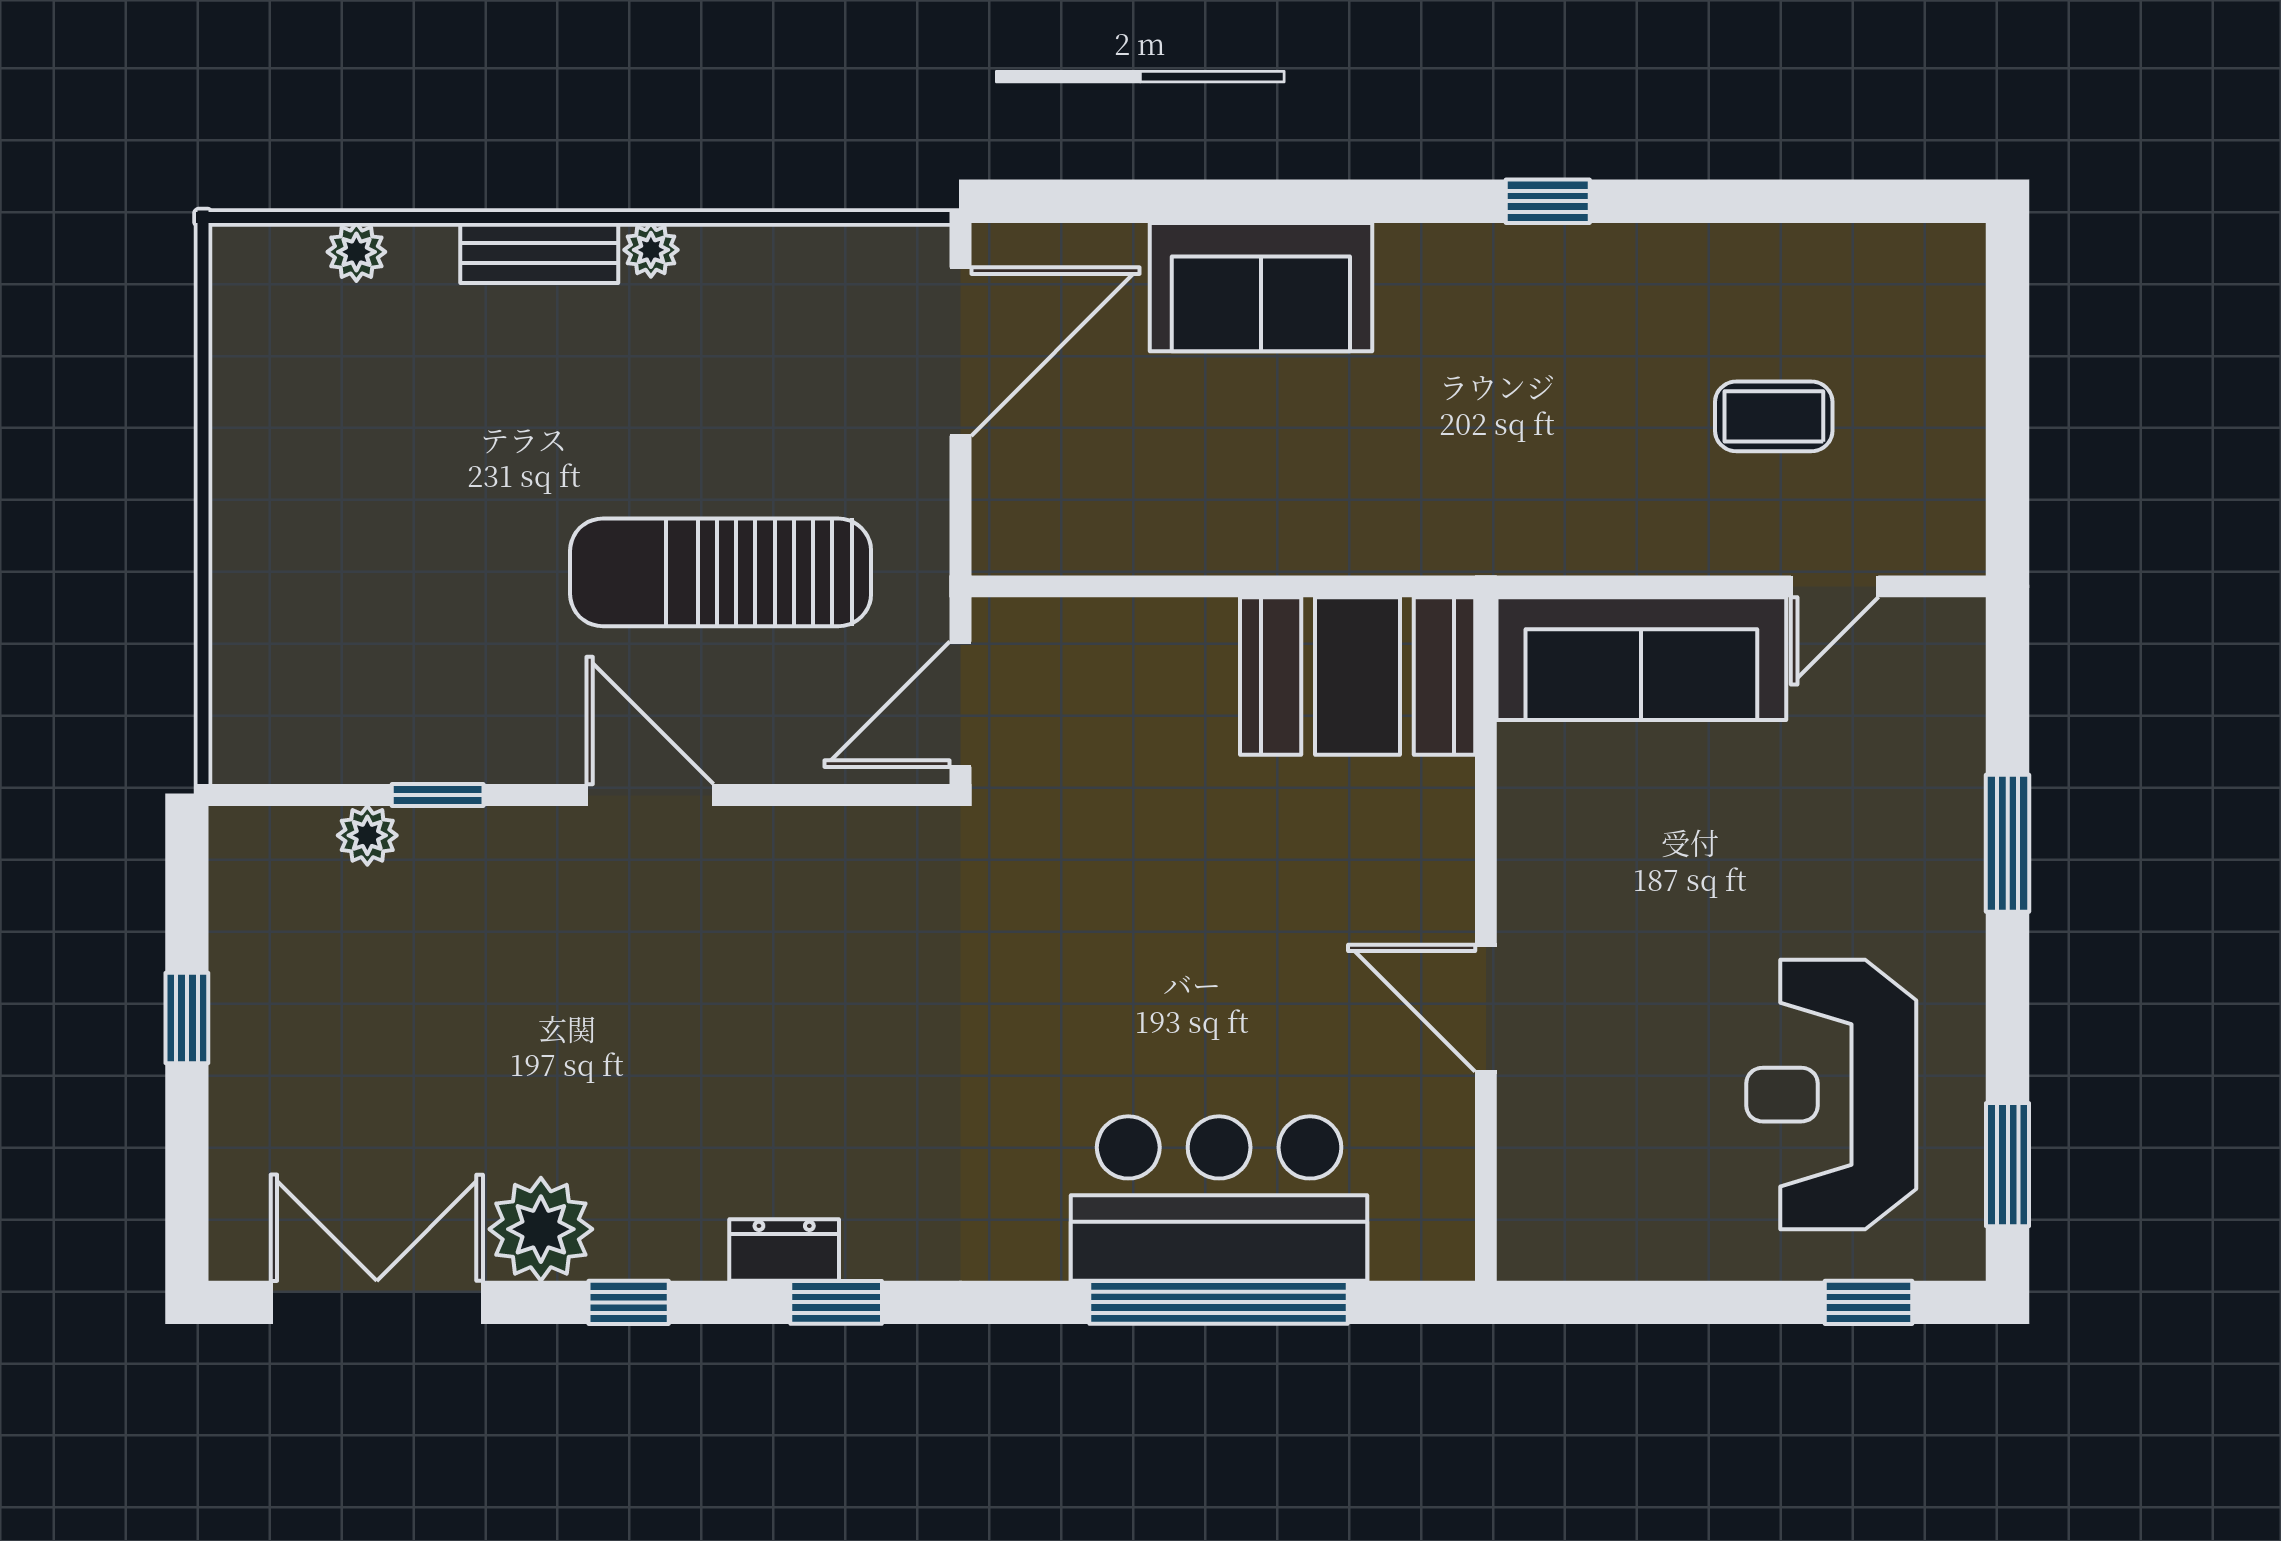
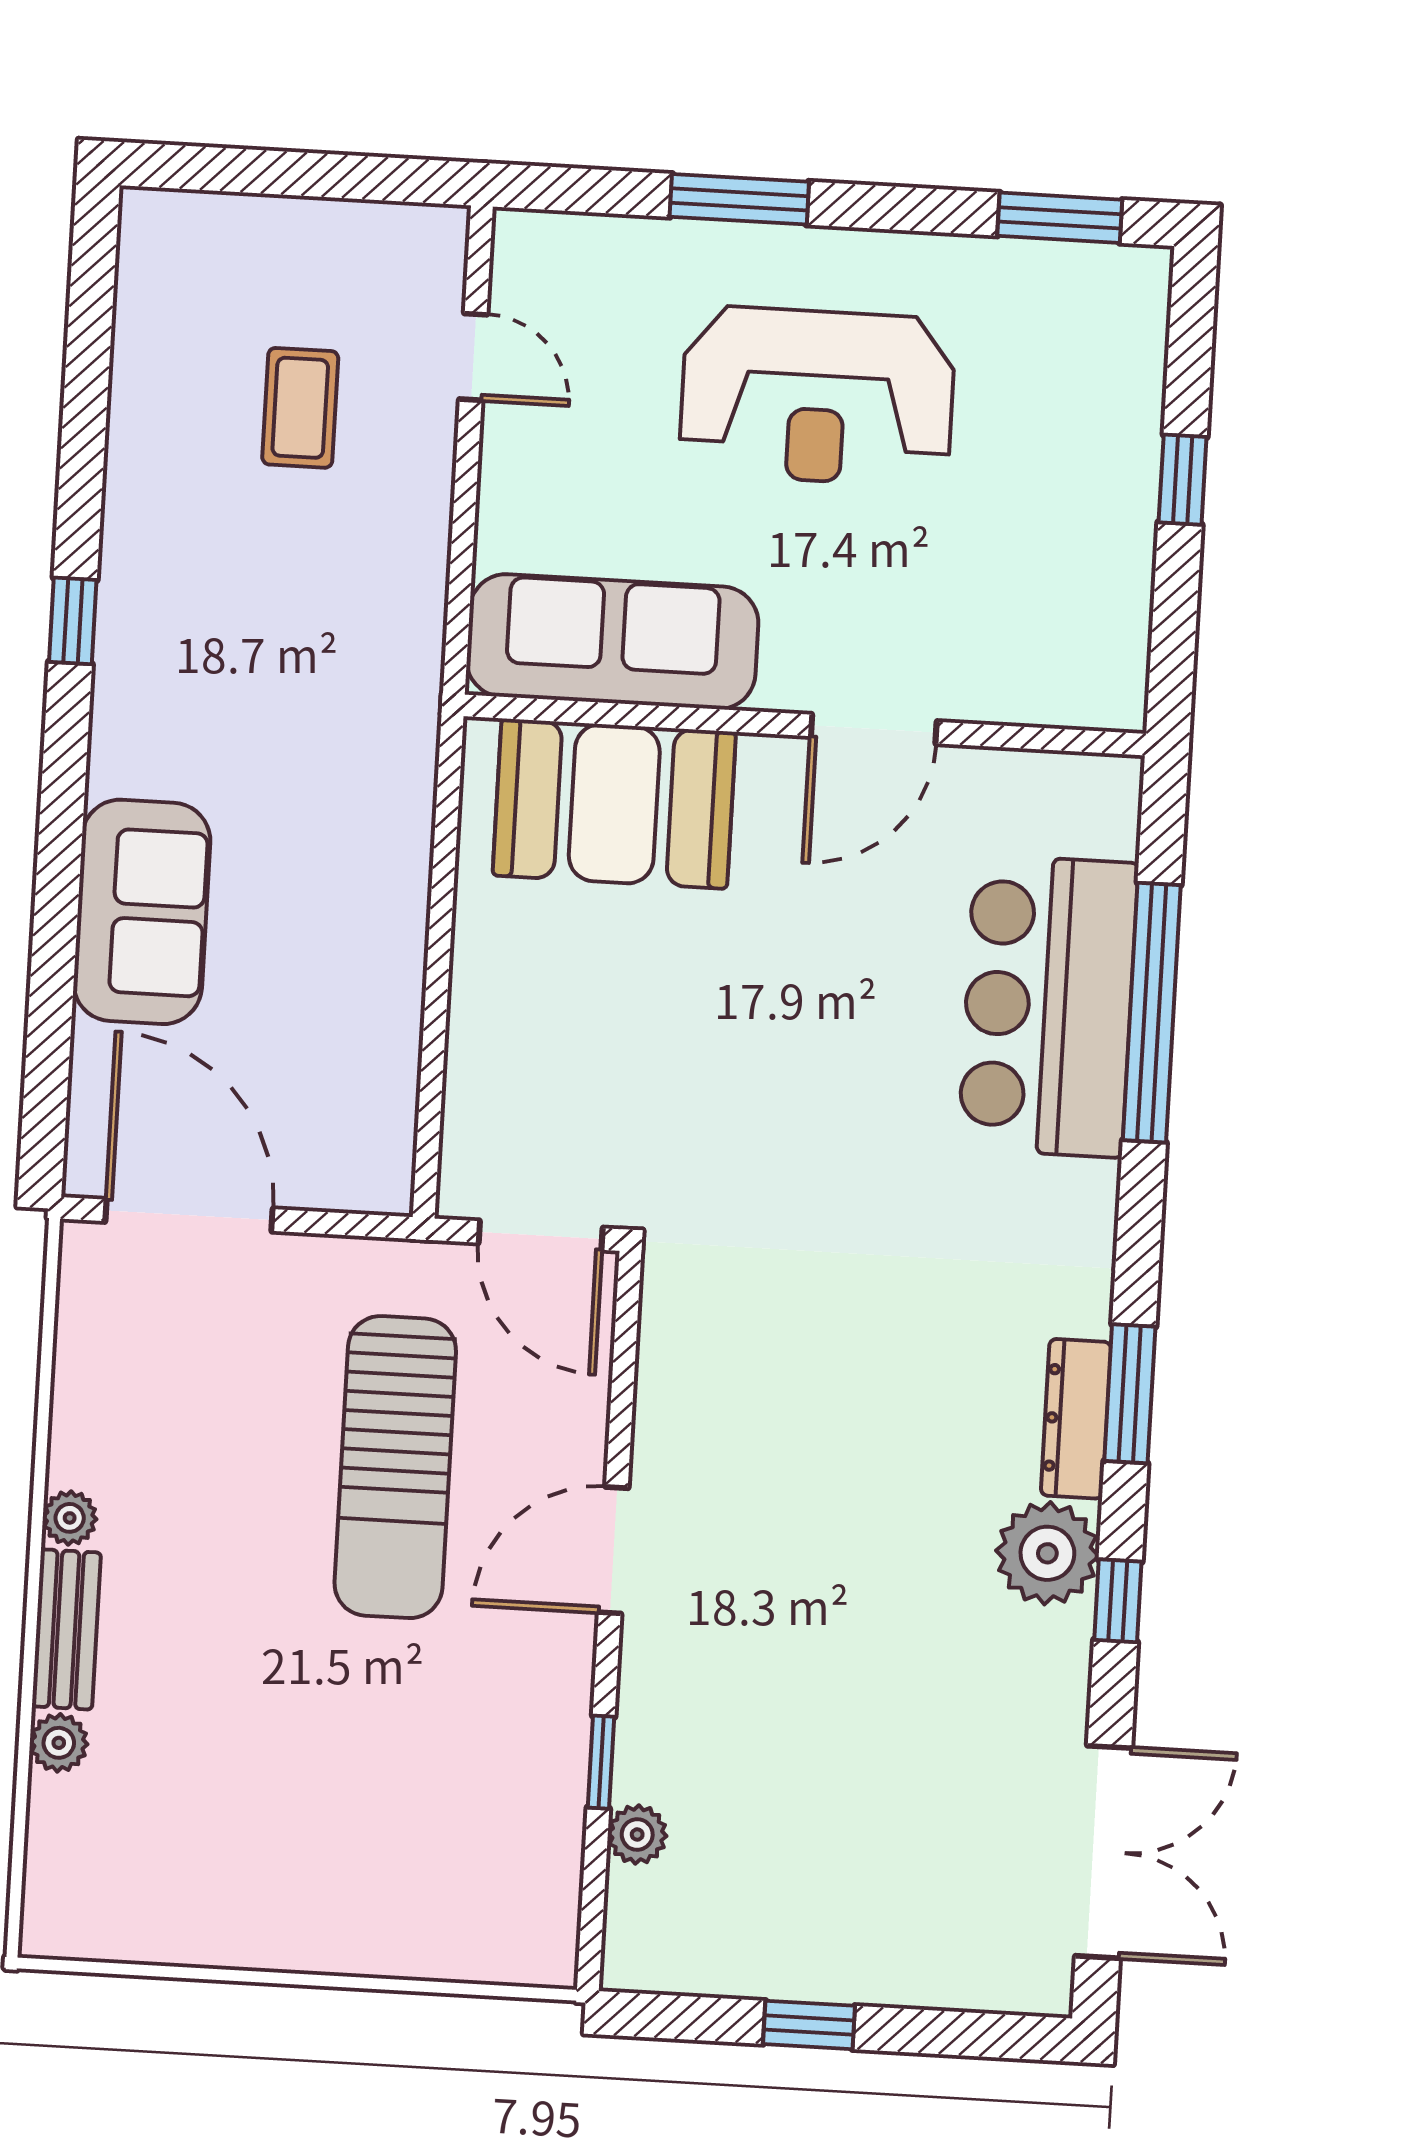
plant: (356, 252) -> (59, 1743), moved
sofa: (1641, 659) -> (612, 642), moved, turned -90
booth: (1358, 676) -> (614, 804), moved, turned 90
reception desk: (1831, 1095) -> (817, 396), moved
plant: (541, 1229) -> (1047, 1553), moved
dresser: (784, 1250) -> (1076, 1419), width x1.44
double door: (377, 1302) -> (1103, 1852), swing flipped
window: (836, 1302) -> (1130, 1394), width x1.50
window: (1869, 1302) -> (1183, 480), moved

